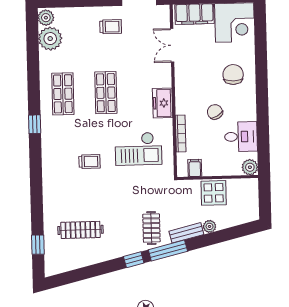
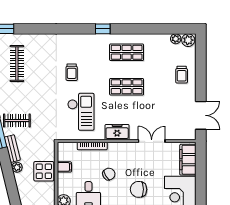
trolley: (111, 27) -> (182, 75), moved
plant: (50, 39) -> (176, 39), width x0.53, depth x0.53
double door: (172, 45) -> (152, 141), moved
chair: (233, 75) -> (139, 189), turned 180
checkout: (138, 149) -> (81, 112), turned 180
filing cabinet: (195, 168) -> (64, 167), moved

